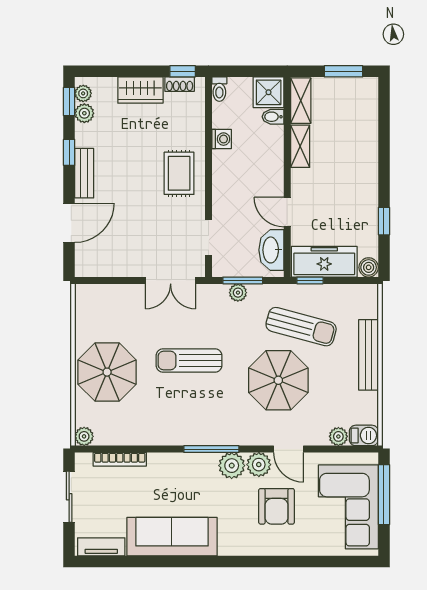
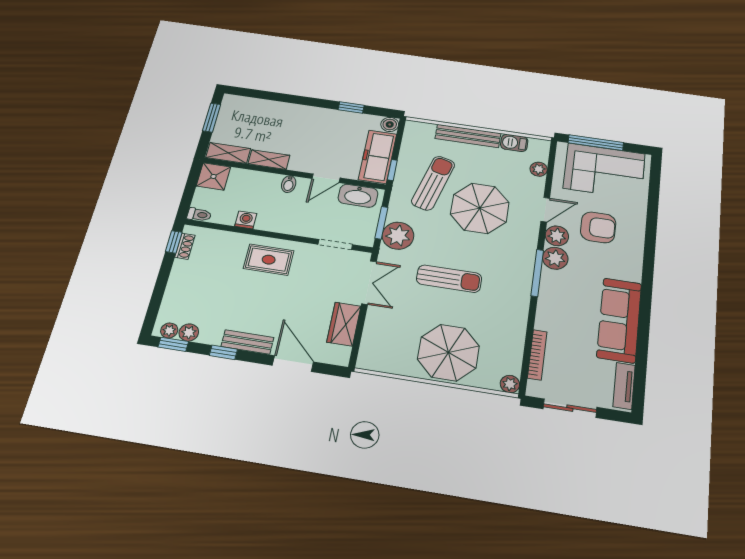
wardrobe: (140, 90) -> (344, 324), moved, turned 180
bidet: (273, 117) -> (289, 184), moved
plant: (238, 293) -> (398, 236), width x1.88, depth x1.88
sun lounger: (189, 360) -> (449, 279), turned -90
barbecue: (364, 435) -> (514, 143), moved, turned -90

